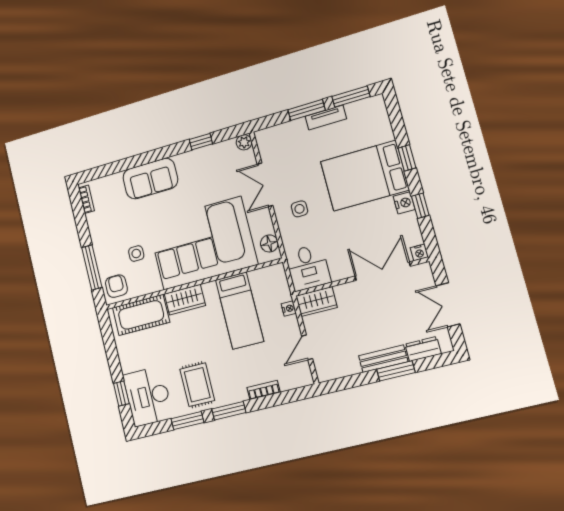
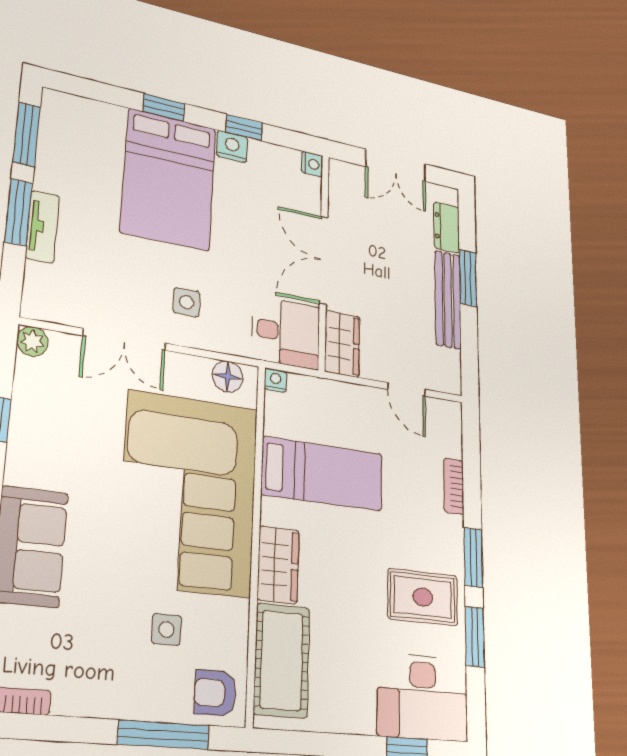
tv unit: (326, 118) -> (42, 227), moved
double door: (383, 271) -> (324, 260), moved
nightstand: (289, 308) -> (276, 380), moved
bench: (383, 359) -> (448, 300), width x1.36

